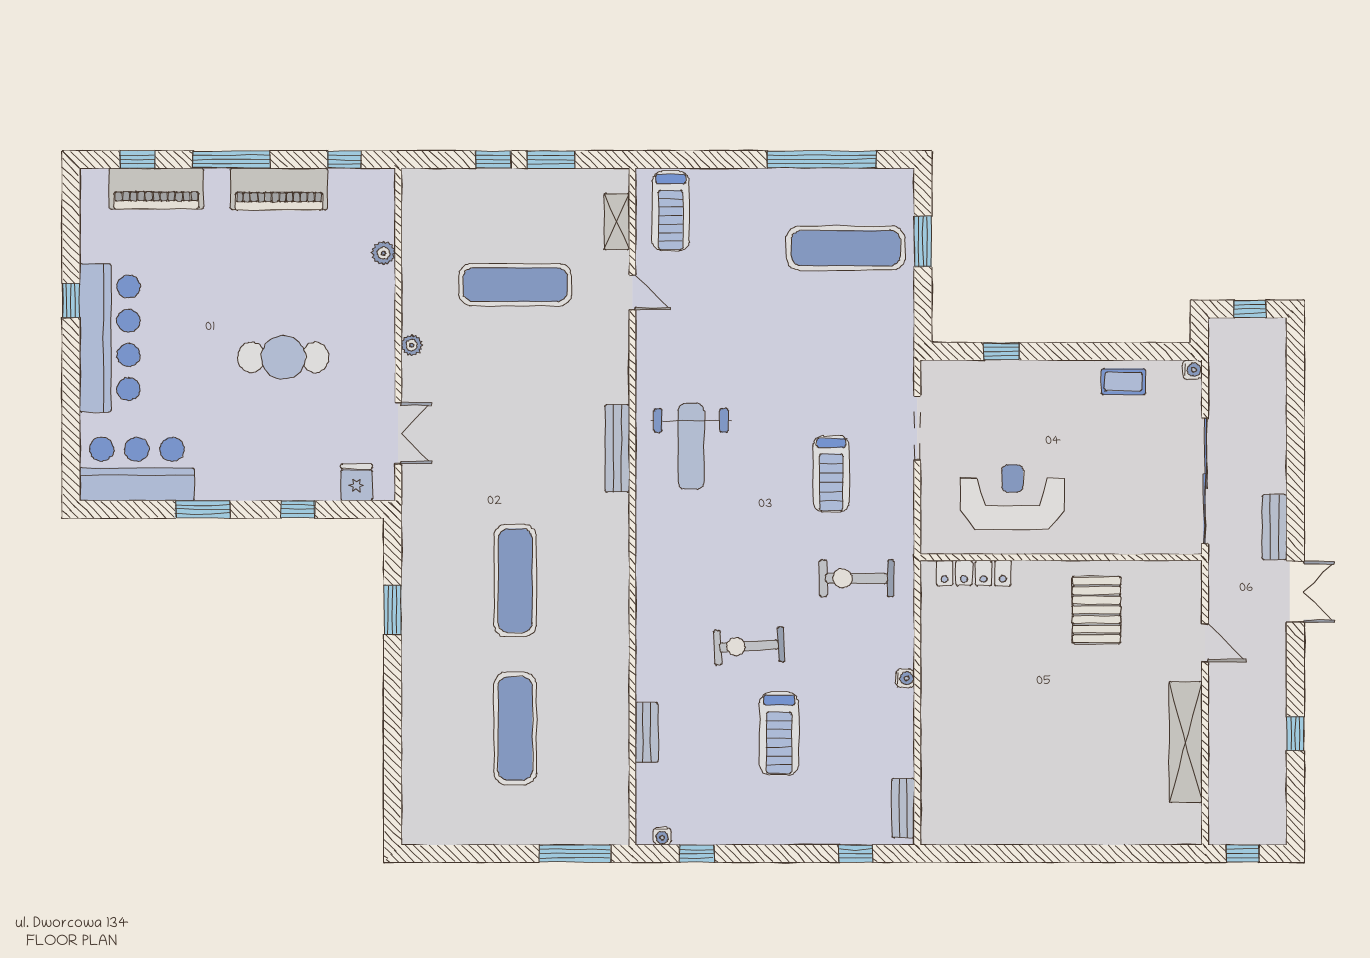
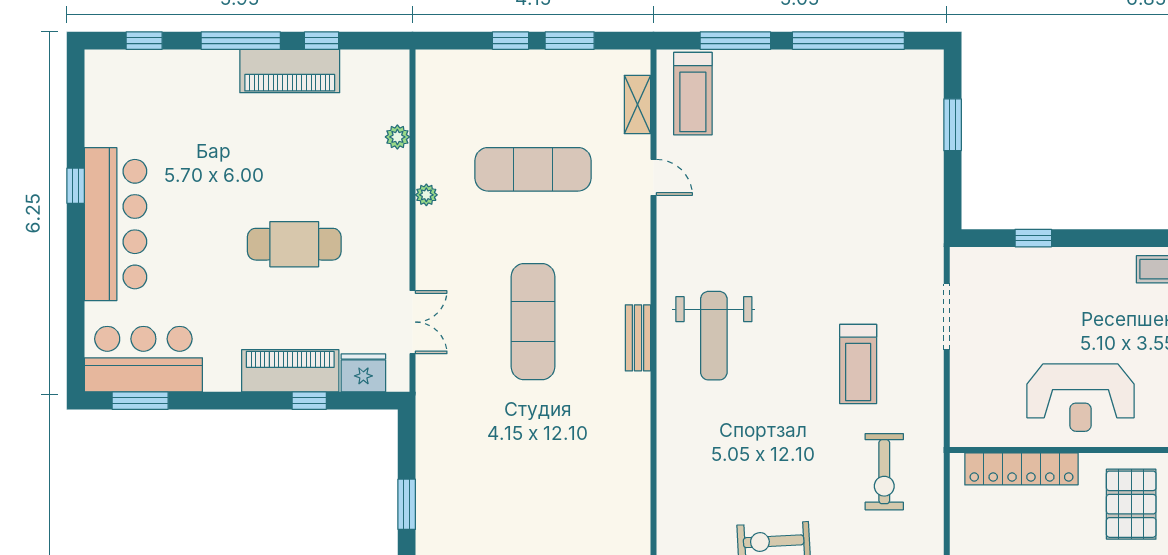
window: (344, 160) -> (322, 41), moved
window: (712, 160) -> (735, 41), added
piano: (156, 189) -> (290, 371), moved, turned 180
exercise mat: (846, 248) -> (873, 132), removed
plant: (412, 345) -> (426, 195), moved
bench: (617, 448) -> (638, 338), width x0.73
fridge: (357, 482) -> (363, 373), width x1.38
reception desk: (1012, 497) -> (1080, 398), moved, turned 180
window: (203, 509) -> (140, 401), moved
locker: (974, 573) -> (1021, 469), width x1.41, depth x1.21
exercise bike: (857, 578) -> (884, 472), turned -90
exercise mat: (515, 581) -> (533, 322), moved

